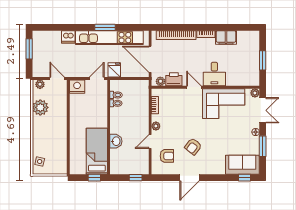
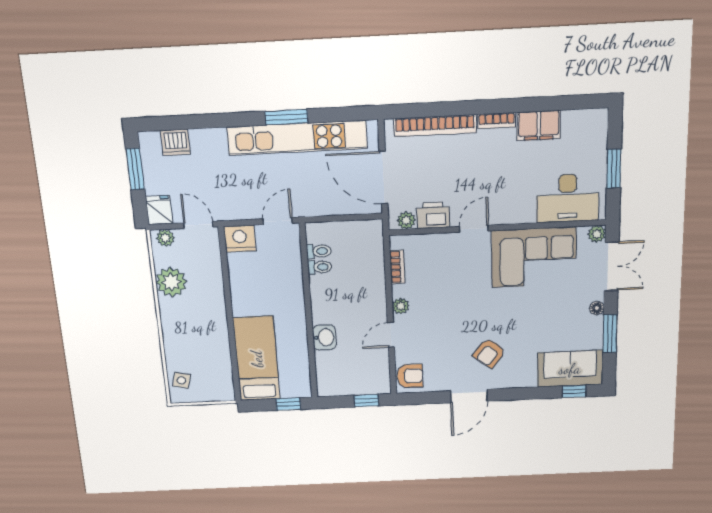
dishwasher: (68, 37) -> (175, 142), moved
fridge: (114, 70) -> (159, 210), moved
desk: (214, 74) -> (568, 198), moved, width x1.37
door: (194, 87) -> (474, 229), hinge flipped
armchair: (193, 146) -> (489, 353), moved
bed: (97, 151) -> (257, 359), moved
armchair: (167, 156) -> (410, 376), moved

